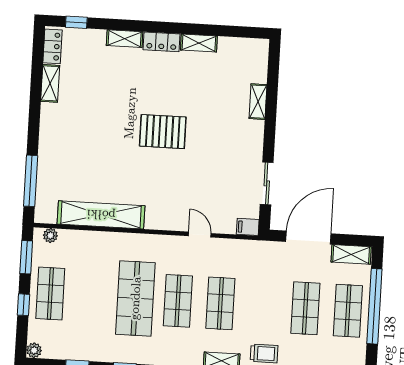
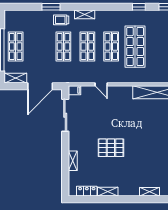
locker: (162, 42) -> (87, 191), moved
pallet: (163, 132) -> (111, 148), moved
sliding door: (267, 183) -> (65, 115), width x1.37
shop shelf: (305, 308) -> (63, 47), moved

